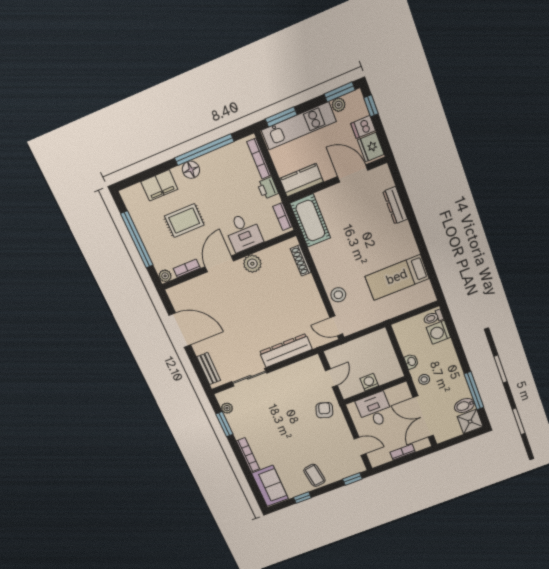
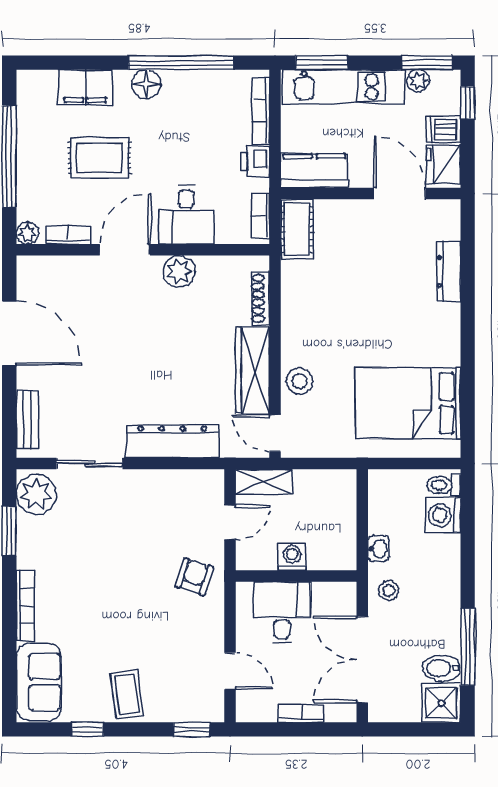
cot: (310, 221) -> (297, 229), width x0.73, depth x0.75
bed: (397, 277) -> (408, 403), width x1.50
wardrobe: (312, 299) -> (253, 370), added
shelving: (340, 352) -> (264, 482), added
plant: (227, 408) -> (36, 494), width x1.88, depth x1.88

